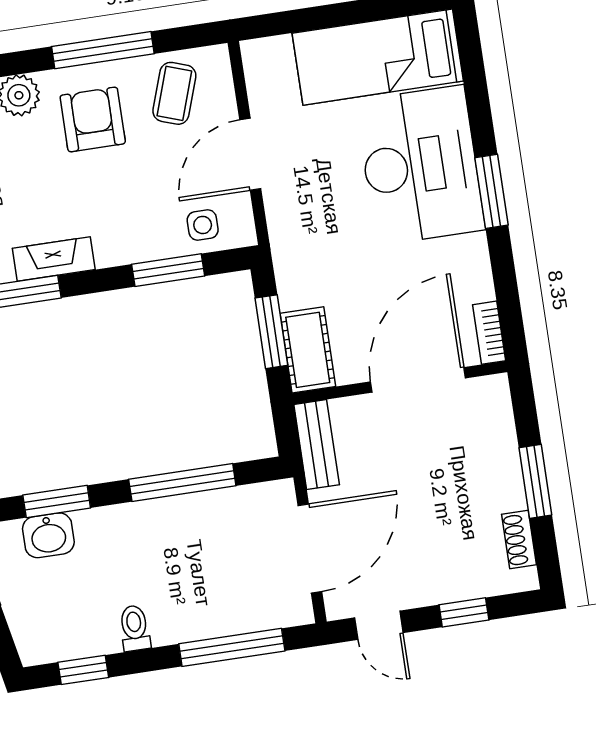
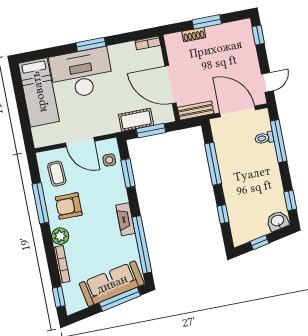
coffee table: (174, 93) -> (57, 174), turned 68
cot: (308, 350) -> (136, 120), moved
door: (418, 380) -> (171, 85), moved
window: (57, 502) -> (223, 214), width x0.67
washbasin: (48, 535) -> (278, 221), moved, turned -101
shoe rack: (519, 539) -> (194, 35), moved
window: (464, 612) -> (258, 35), moved
toilet: (135, 628) -> (264, 138), moved

